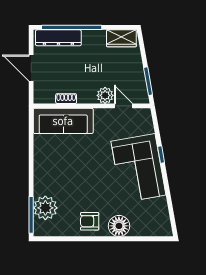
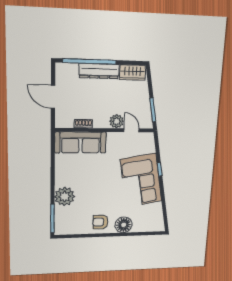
dresser: (58, 38) -> (99, 71), moved
plant: (45, 208) -> (65, 197), moved

